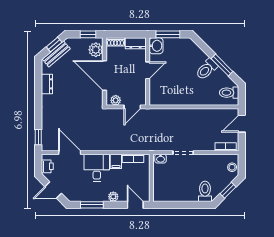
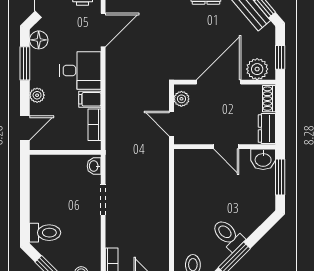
floor lamp: (76, 196) -> (39, 40), added

